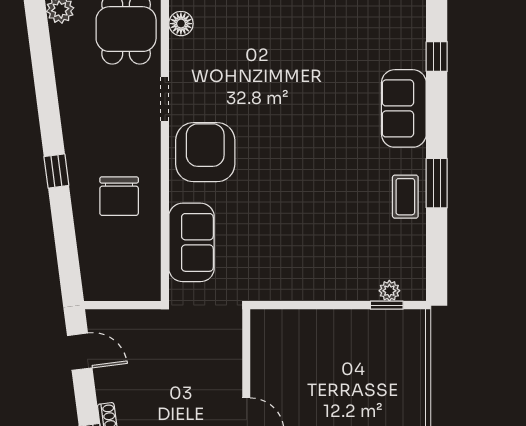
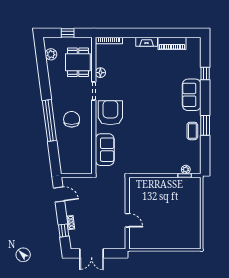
floor lamp: (181, 24) -> (100, 73), moved
window: (56, 171) -> (49, 120), width x3.17
chair: (119, 196) -> (72, 119), moved, turned 180

